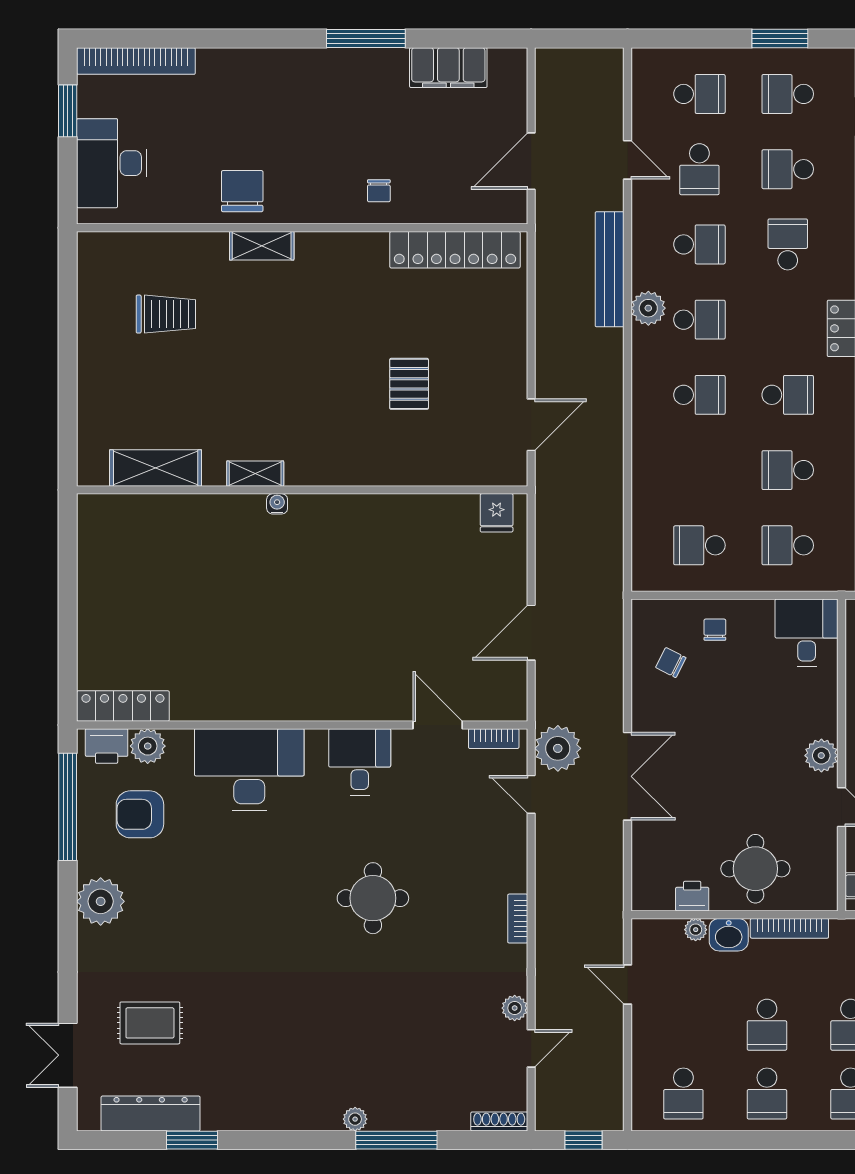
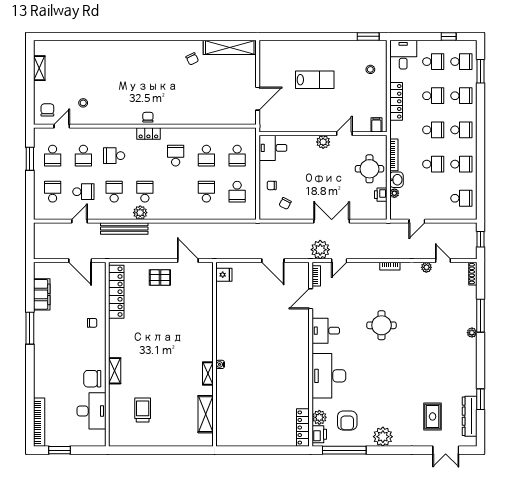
desk: (112, 163) -> (91, 411), moved, turned -90
pallet: (409, 384) -> (160, 278), moved
school desk: (699, 395) -> (206, 192), moved

